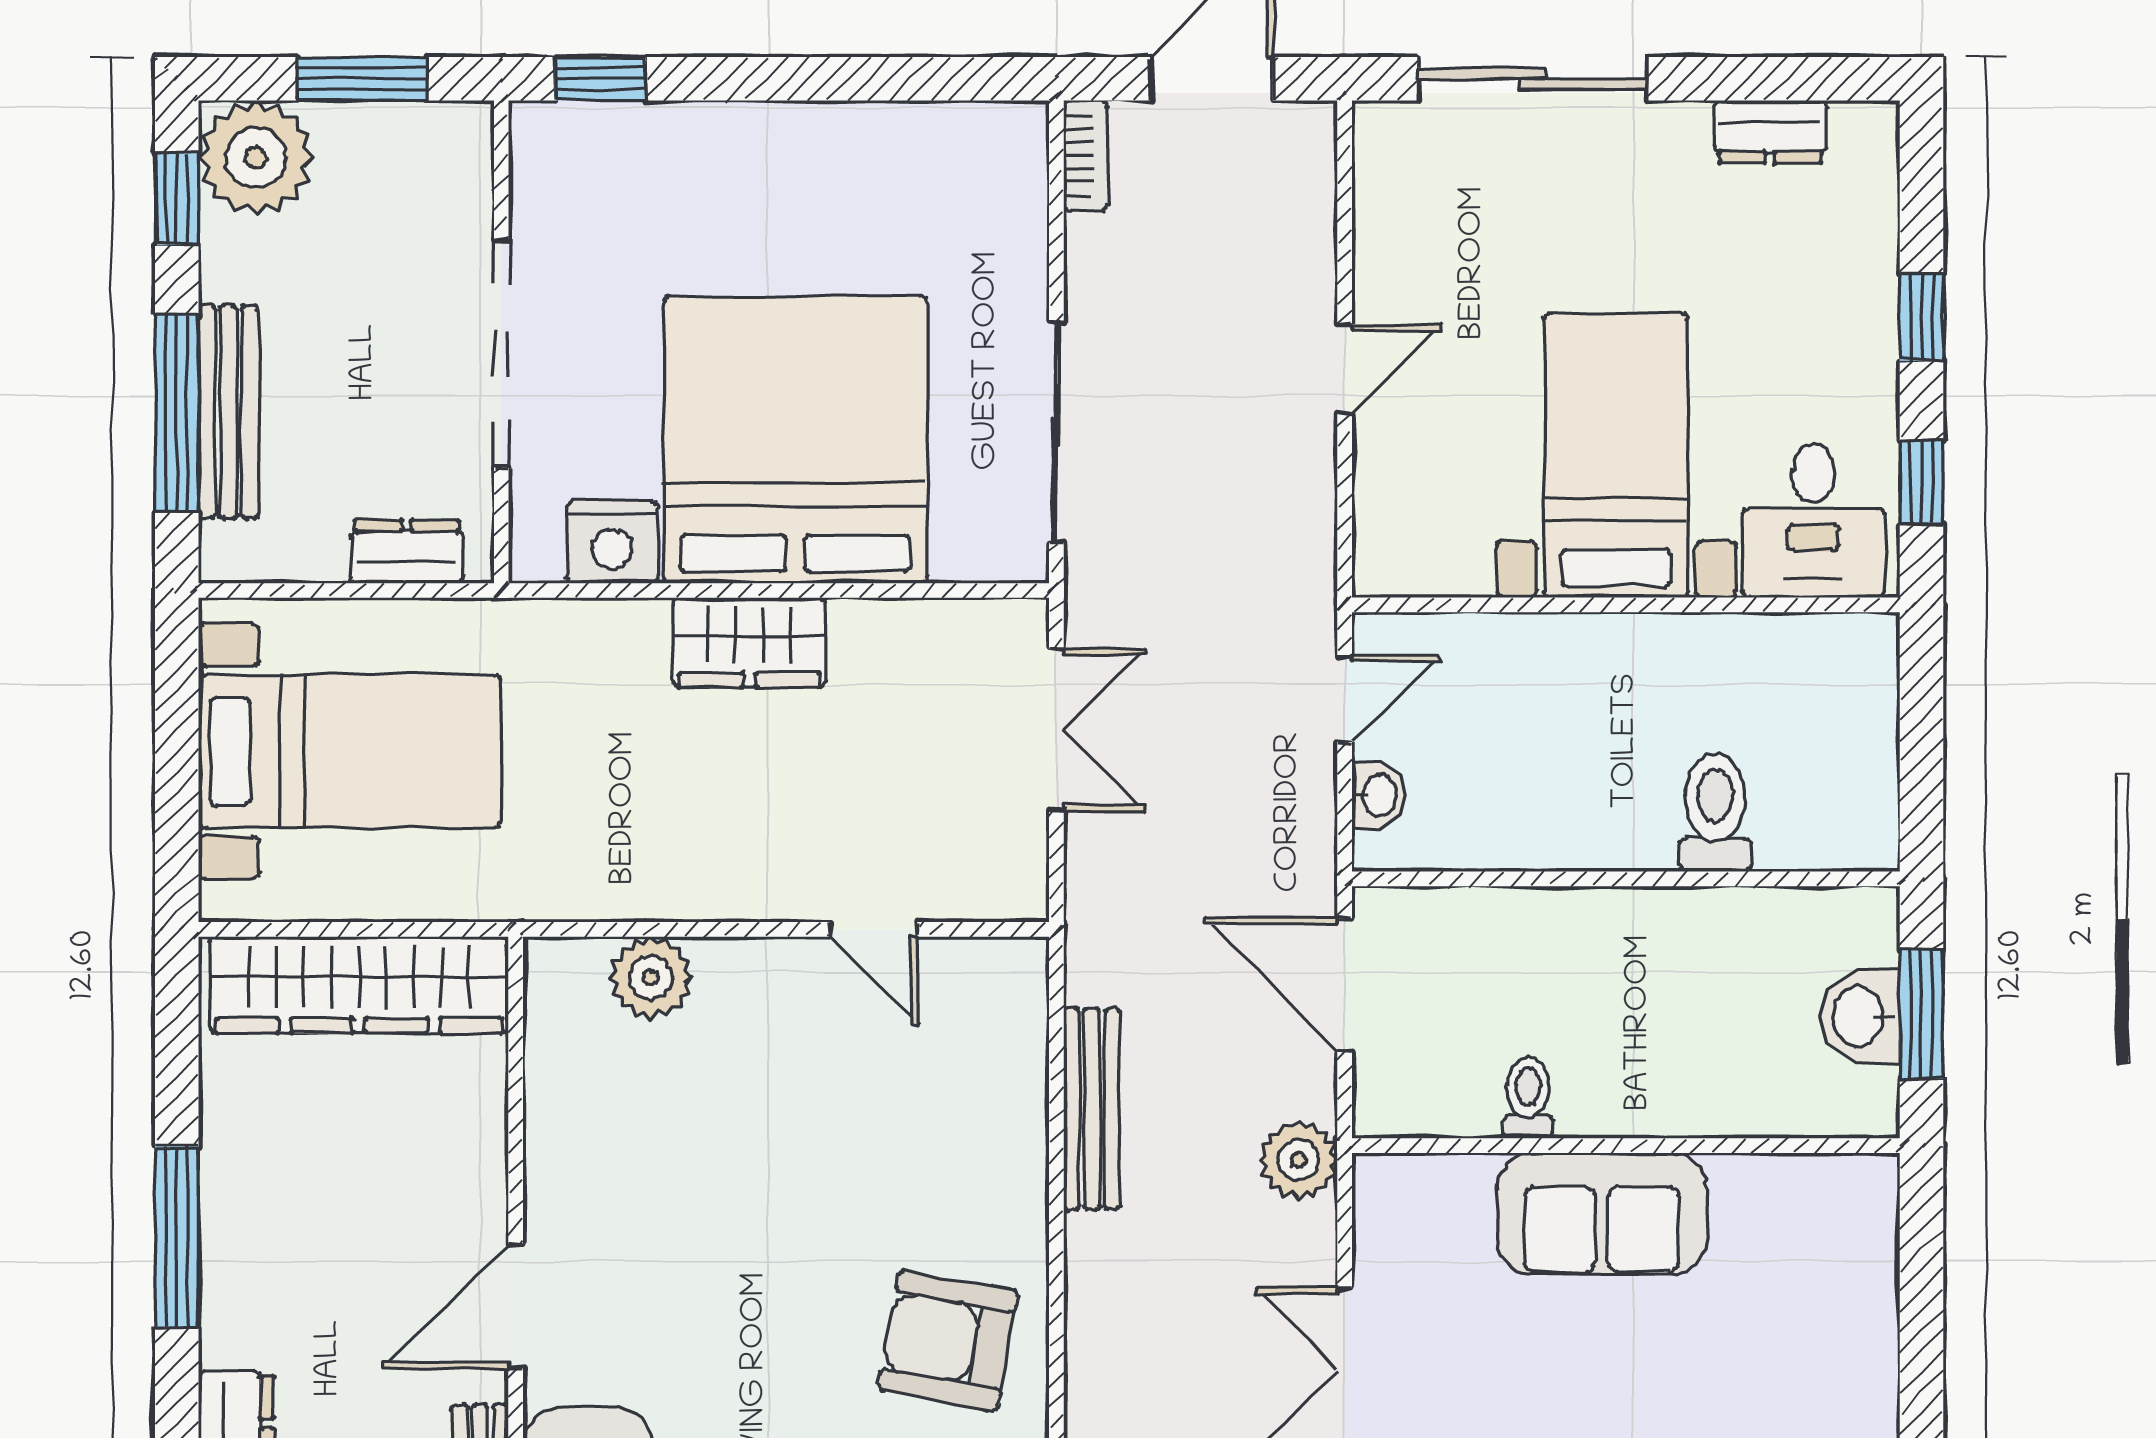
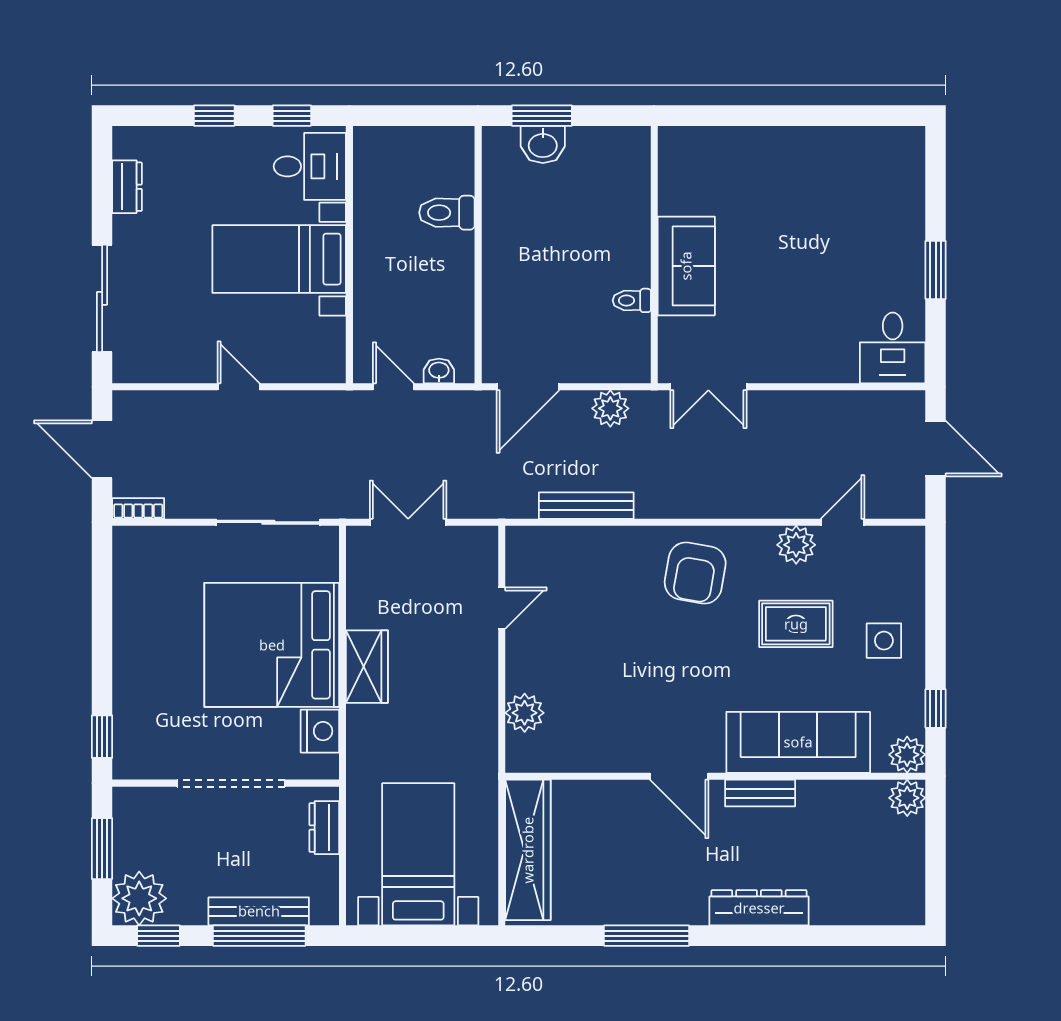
toilet: (1528, 1098) -> (632, 300), moved
wall: (1626, 1146) -> (654, 255), moved
sofa: (1602, 1214) -> (686, 266), moved

